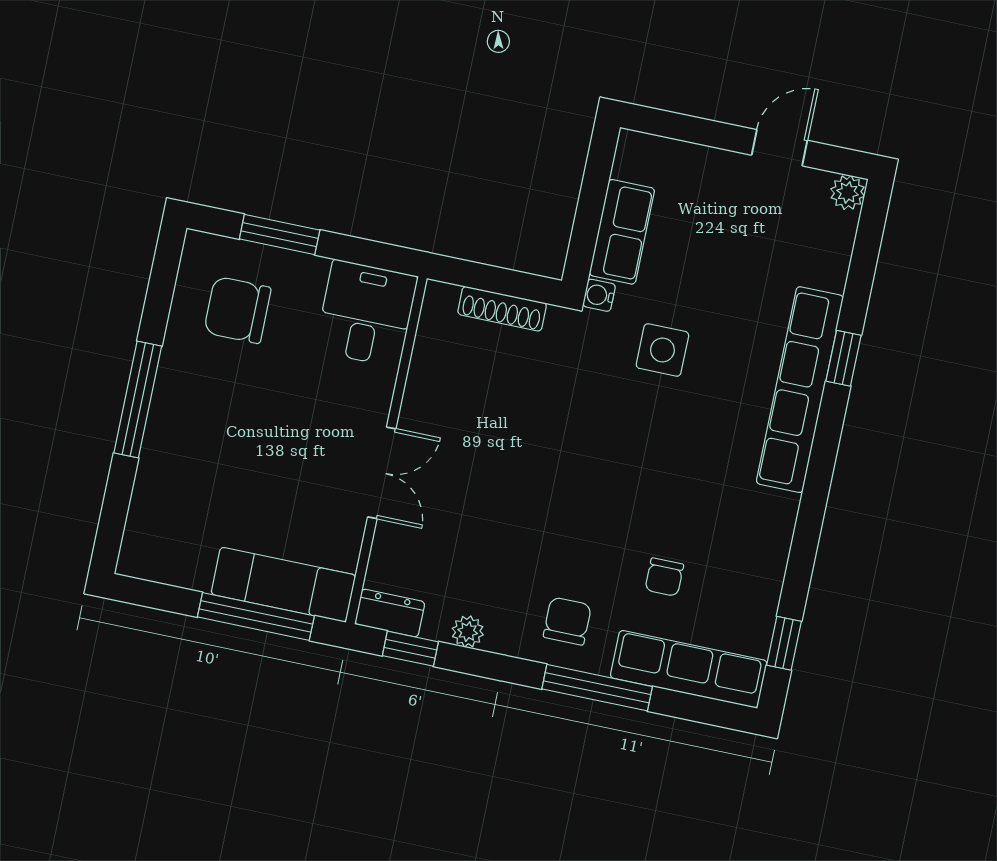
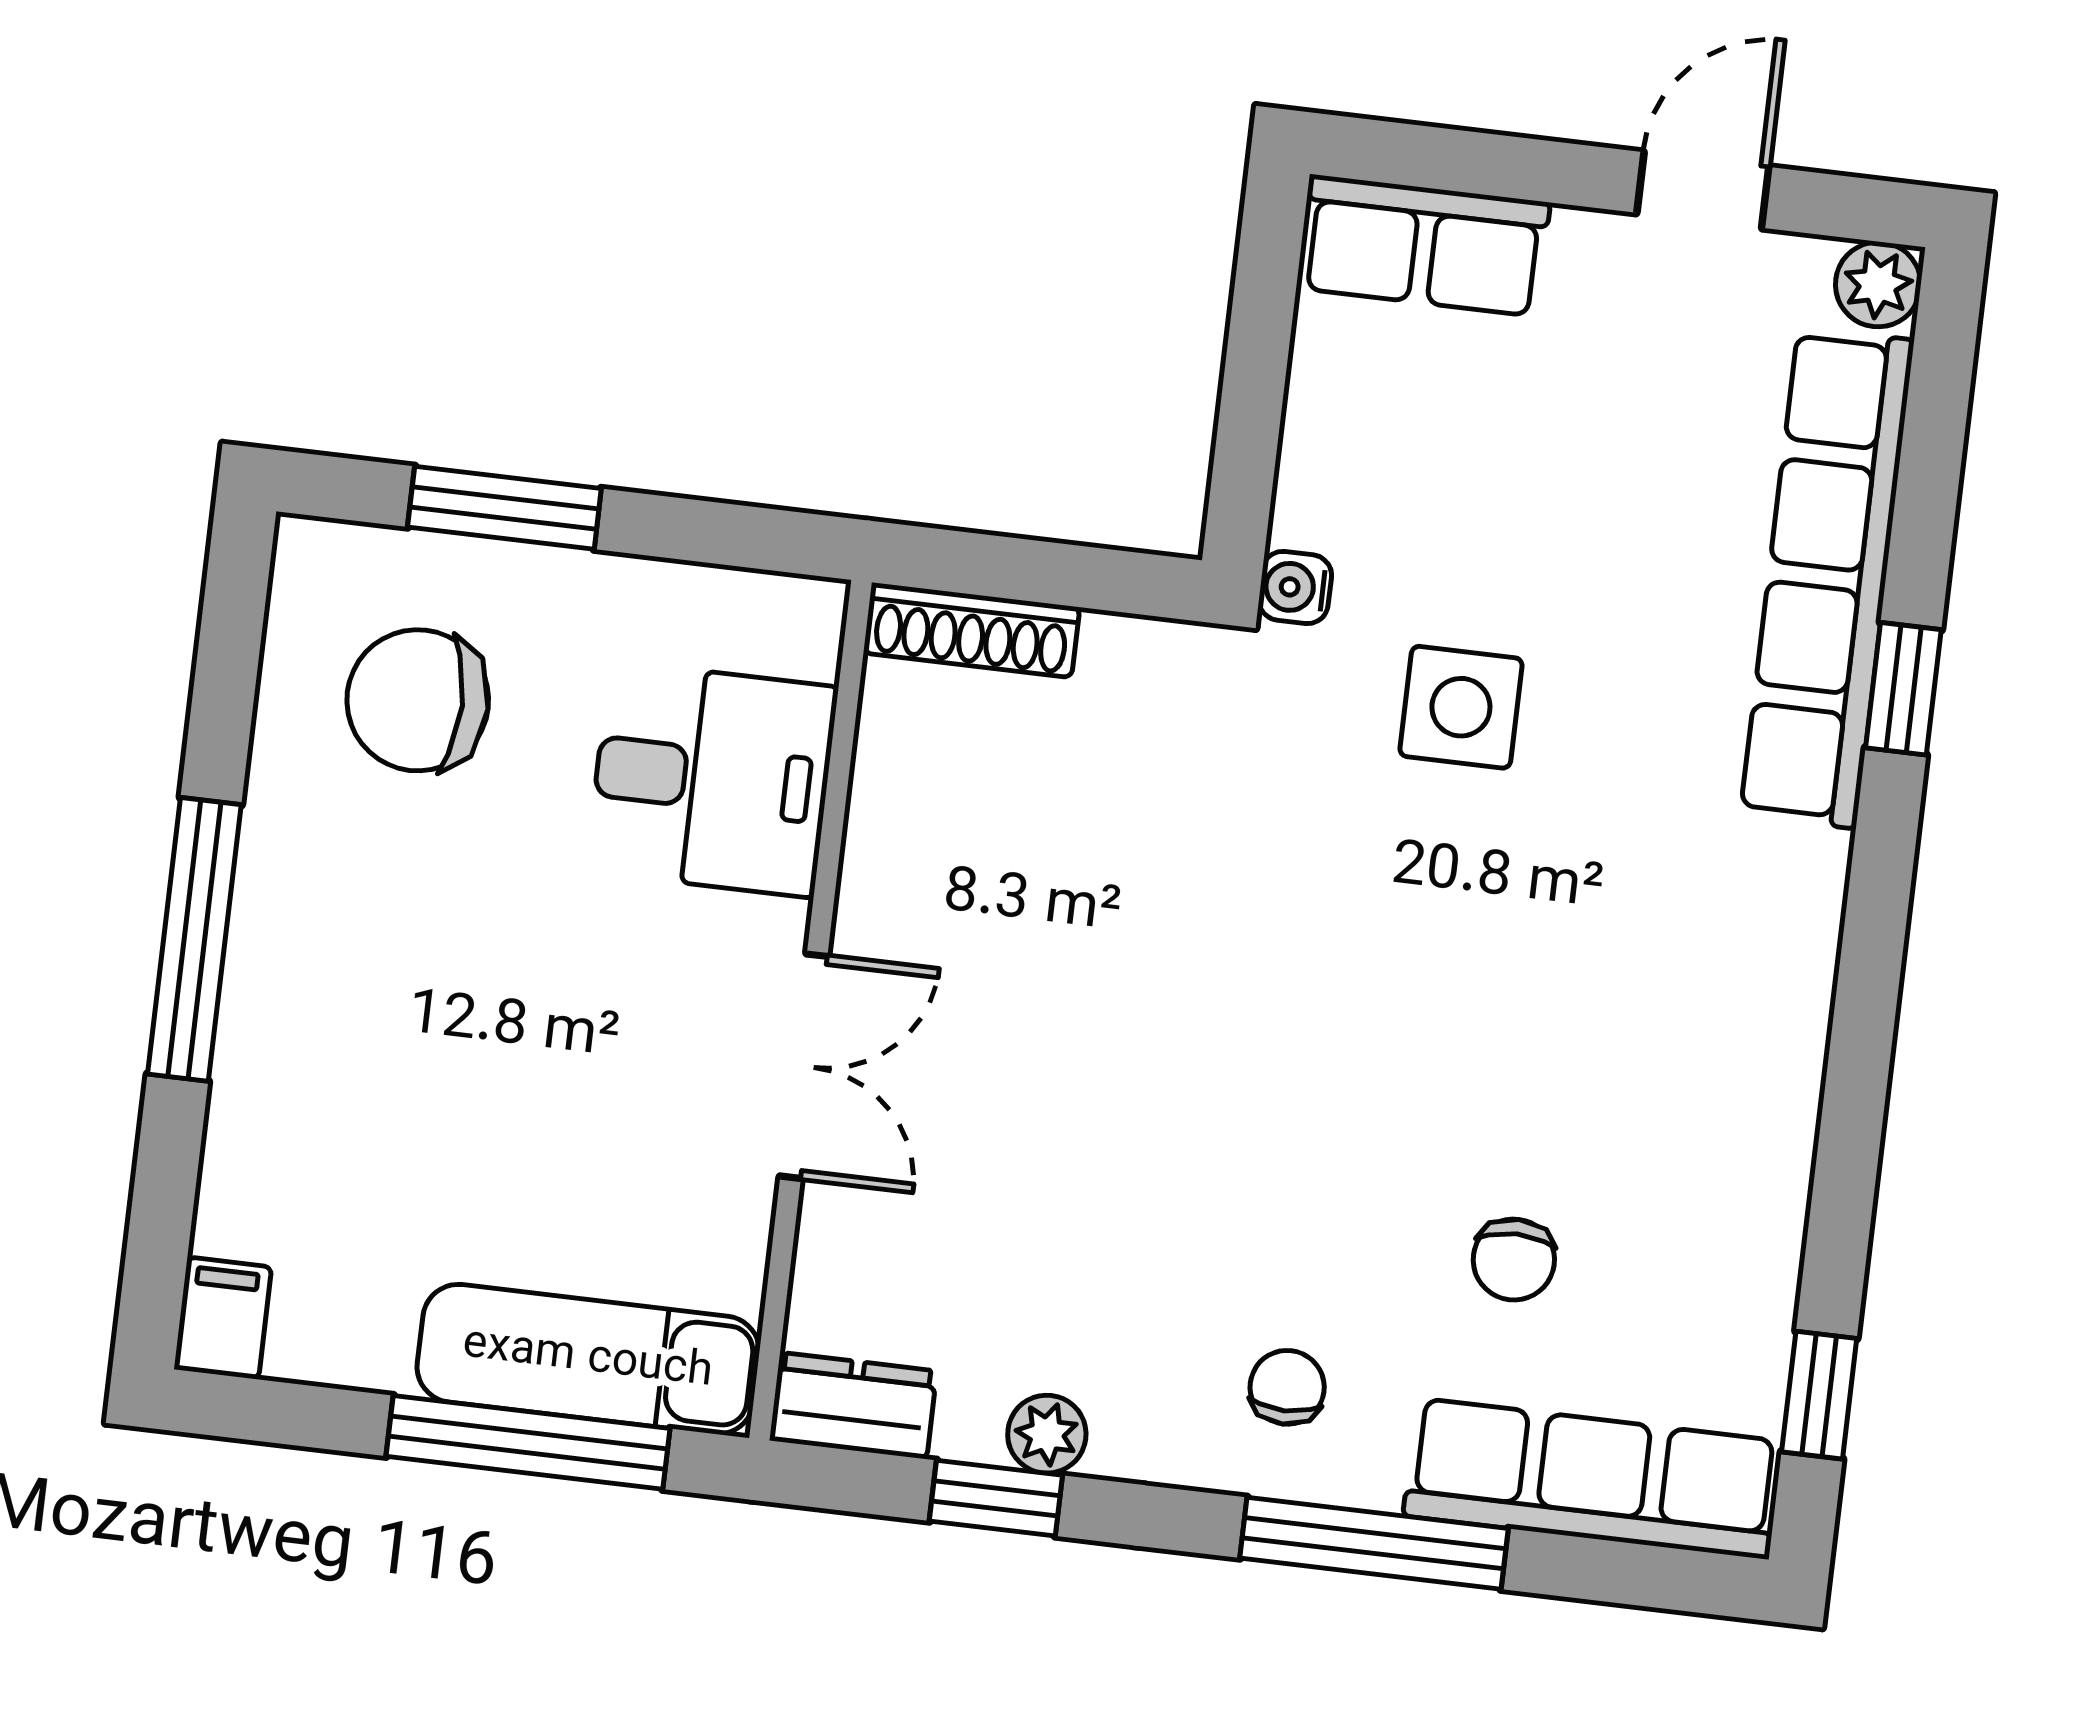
row of seats: (622, 232) -> (1424, 245), moved, turned 90
shoe rack: (502, 309) -> (972, 630), moved
desk: (366, 313) -> (712, 779), moved, turned 90
row of seats: (800, 390) -> (1827, 578), moved
filing cabinet: (136, 555) -> (223, 1318), added
chair: (567, 621) -> (1287, 1387), width x0.73, depth x0.73
window: (410, 649) -> (996, 1498), moved

